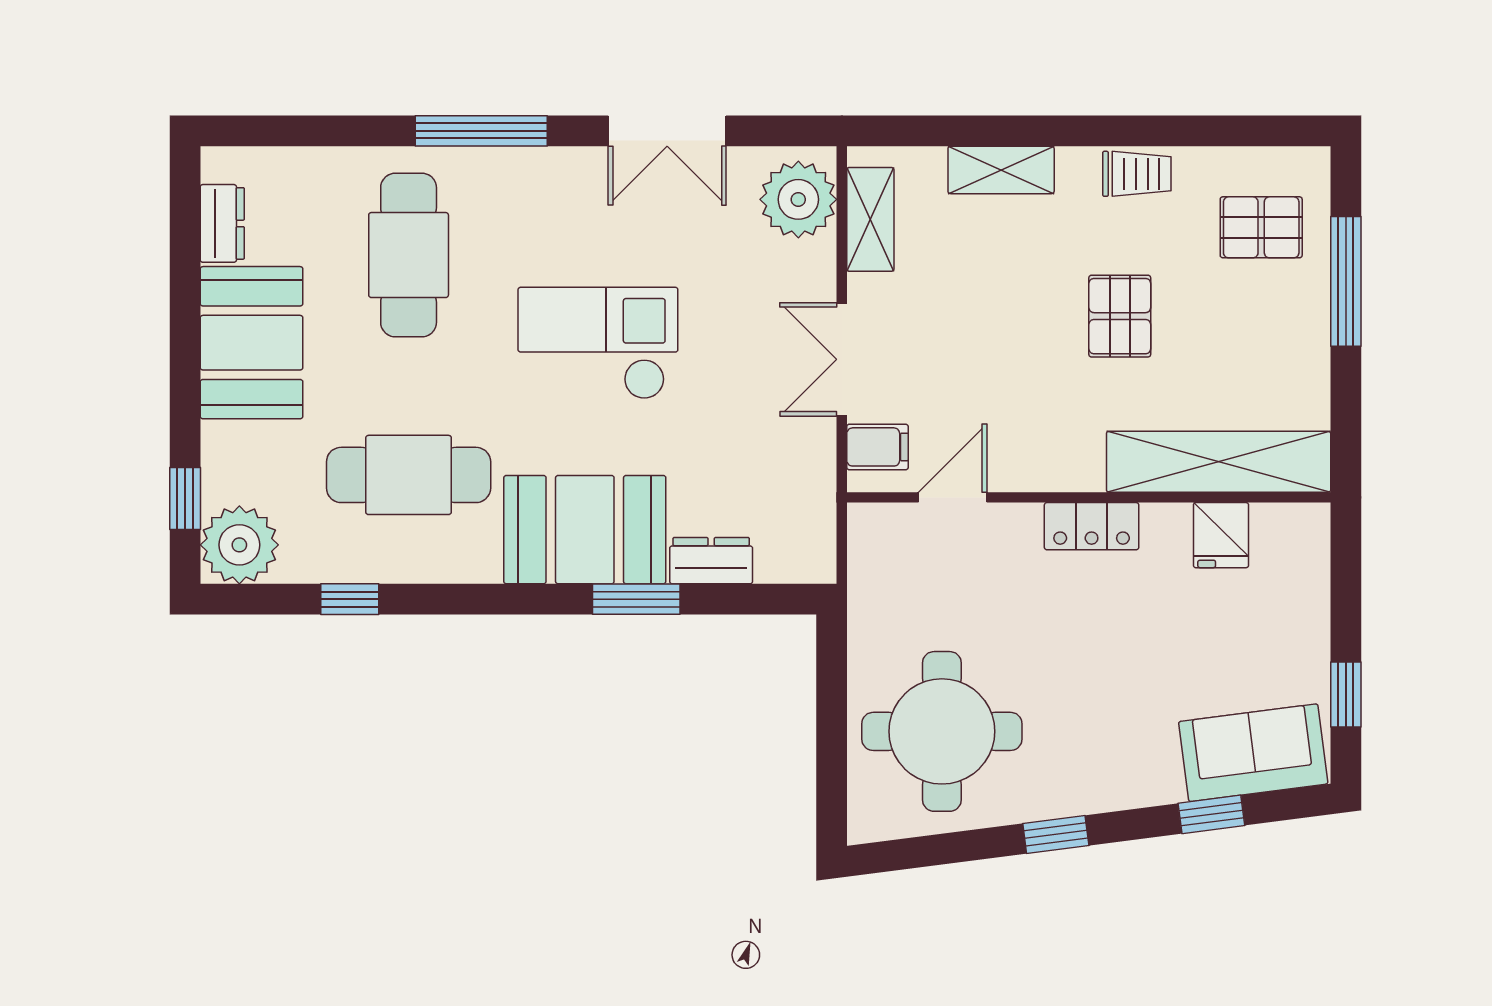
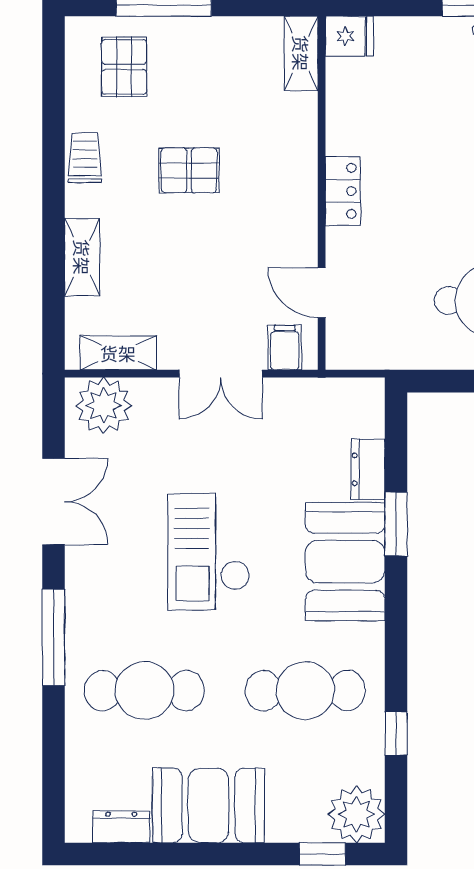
shelving: (1219, 462) -> (301, 53), width x0.45, depth x0.75
cafe table: (409, 475) -> (305, 691), turned 90
fridge: (1221, 535) -> (349, 36), moved

